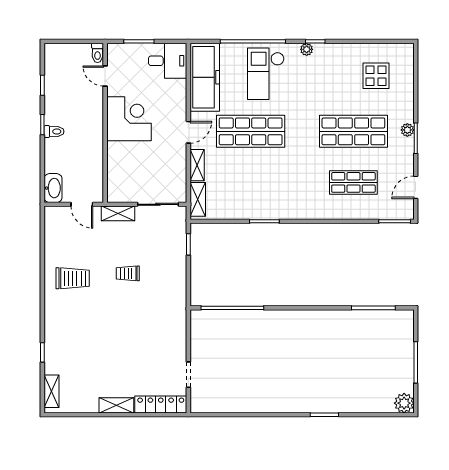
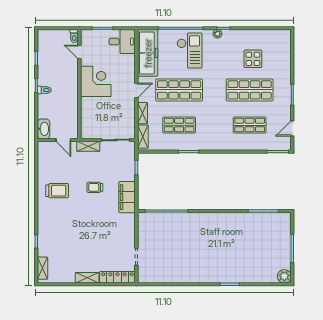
checkout: (266, 74) -> (190, 50), turned 180
display table: (376, 76) -> (253, 59), moved
plant: (407, 130) -> (287, 89), removed
shop shelf: (251, 182) -> (179, 125), added
filing cabinet: (175, 288) -> (127, 197), added

